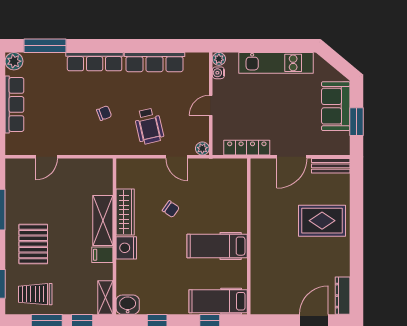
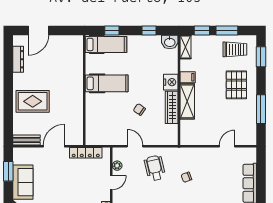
plant: (202, 148) -> (117, 166), moved
dresser: (343, 296) -> (18, 59), moved

